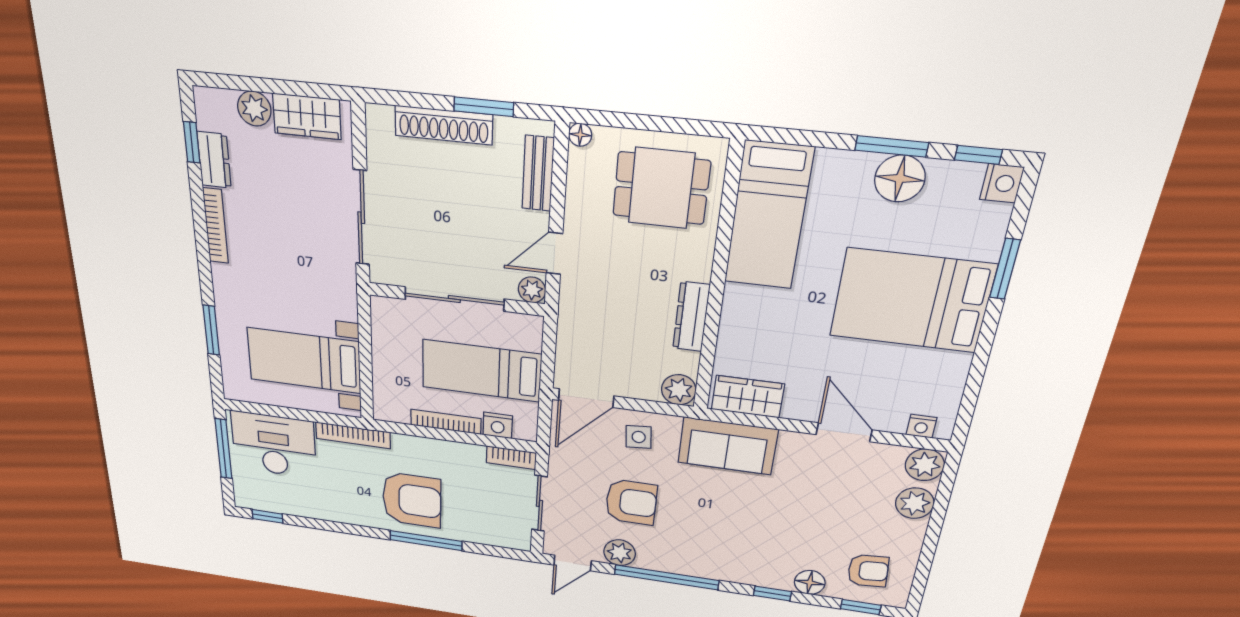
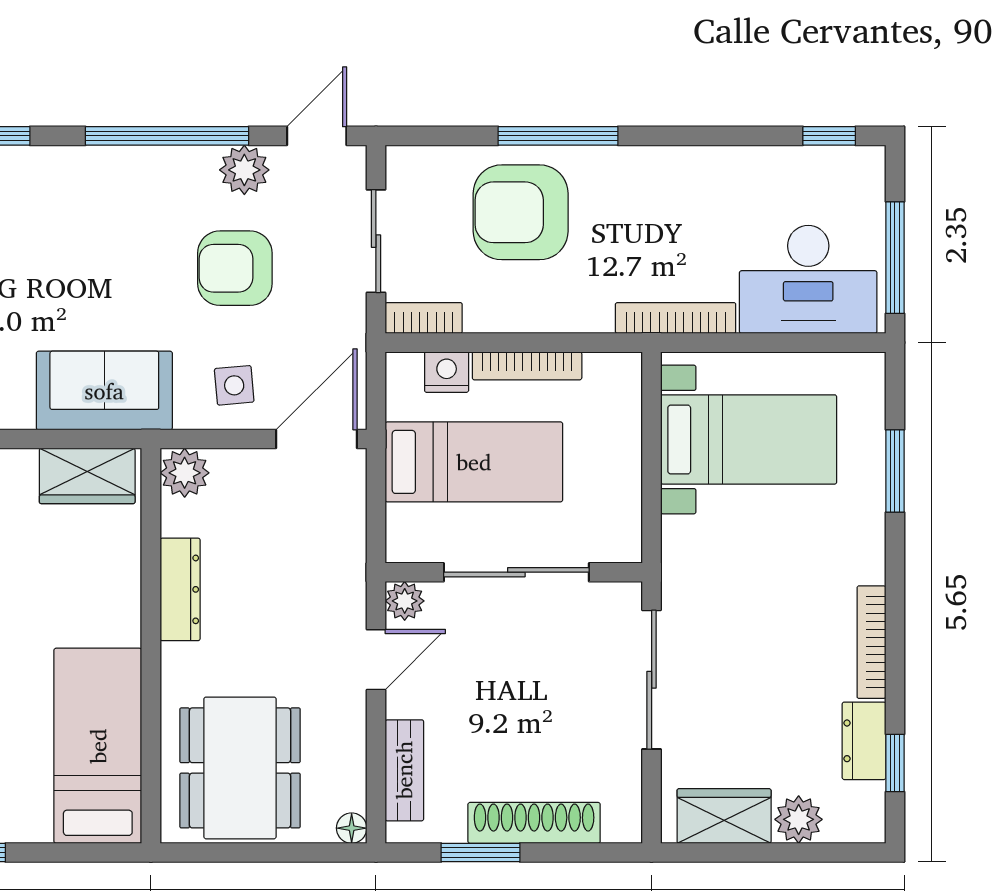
dining table: (661, 188) -> (240, 768), width x1.38
armchair: (412, 500) -> (521, 212), moved

